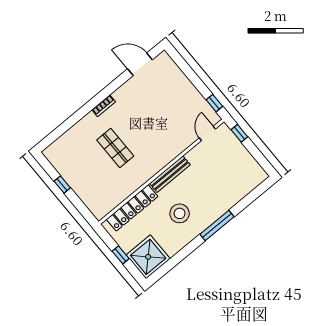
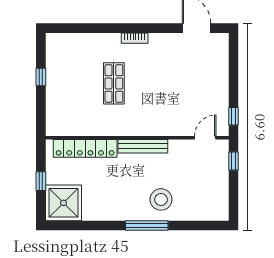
stool: (180, 213) -> (161, 199), moved

